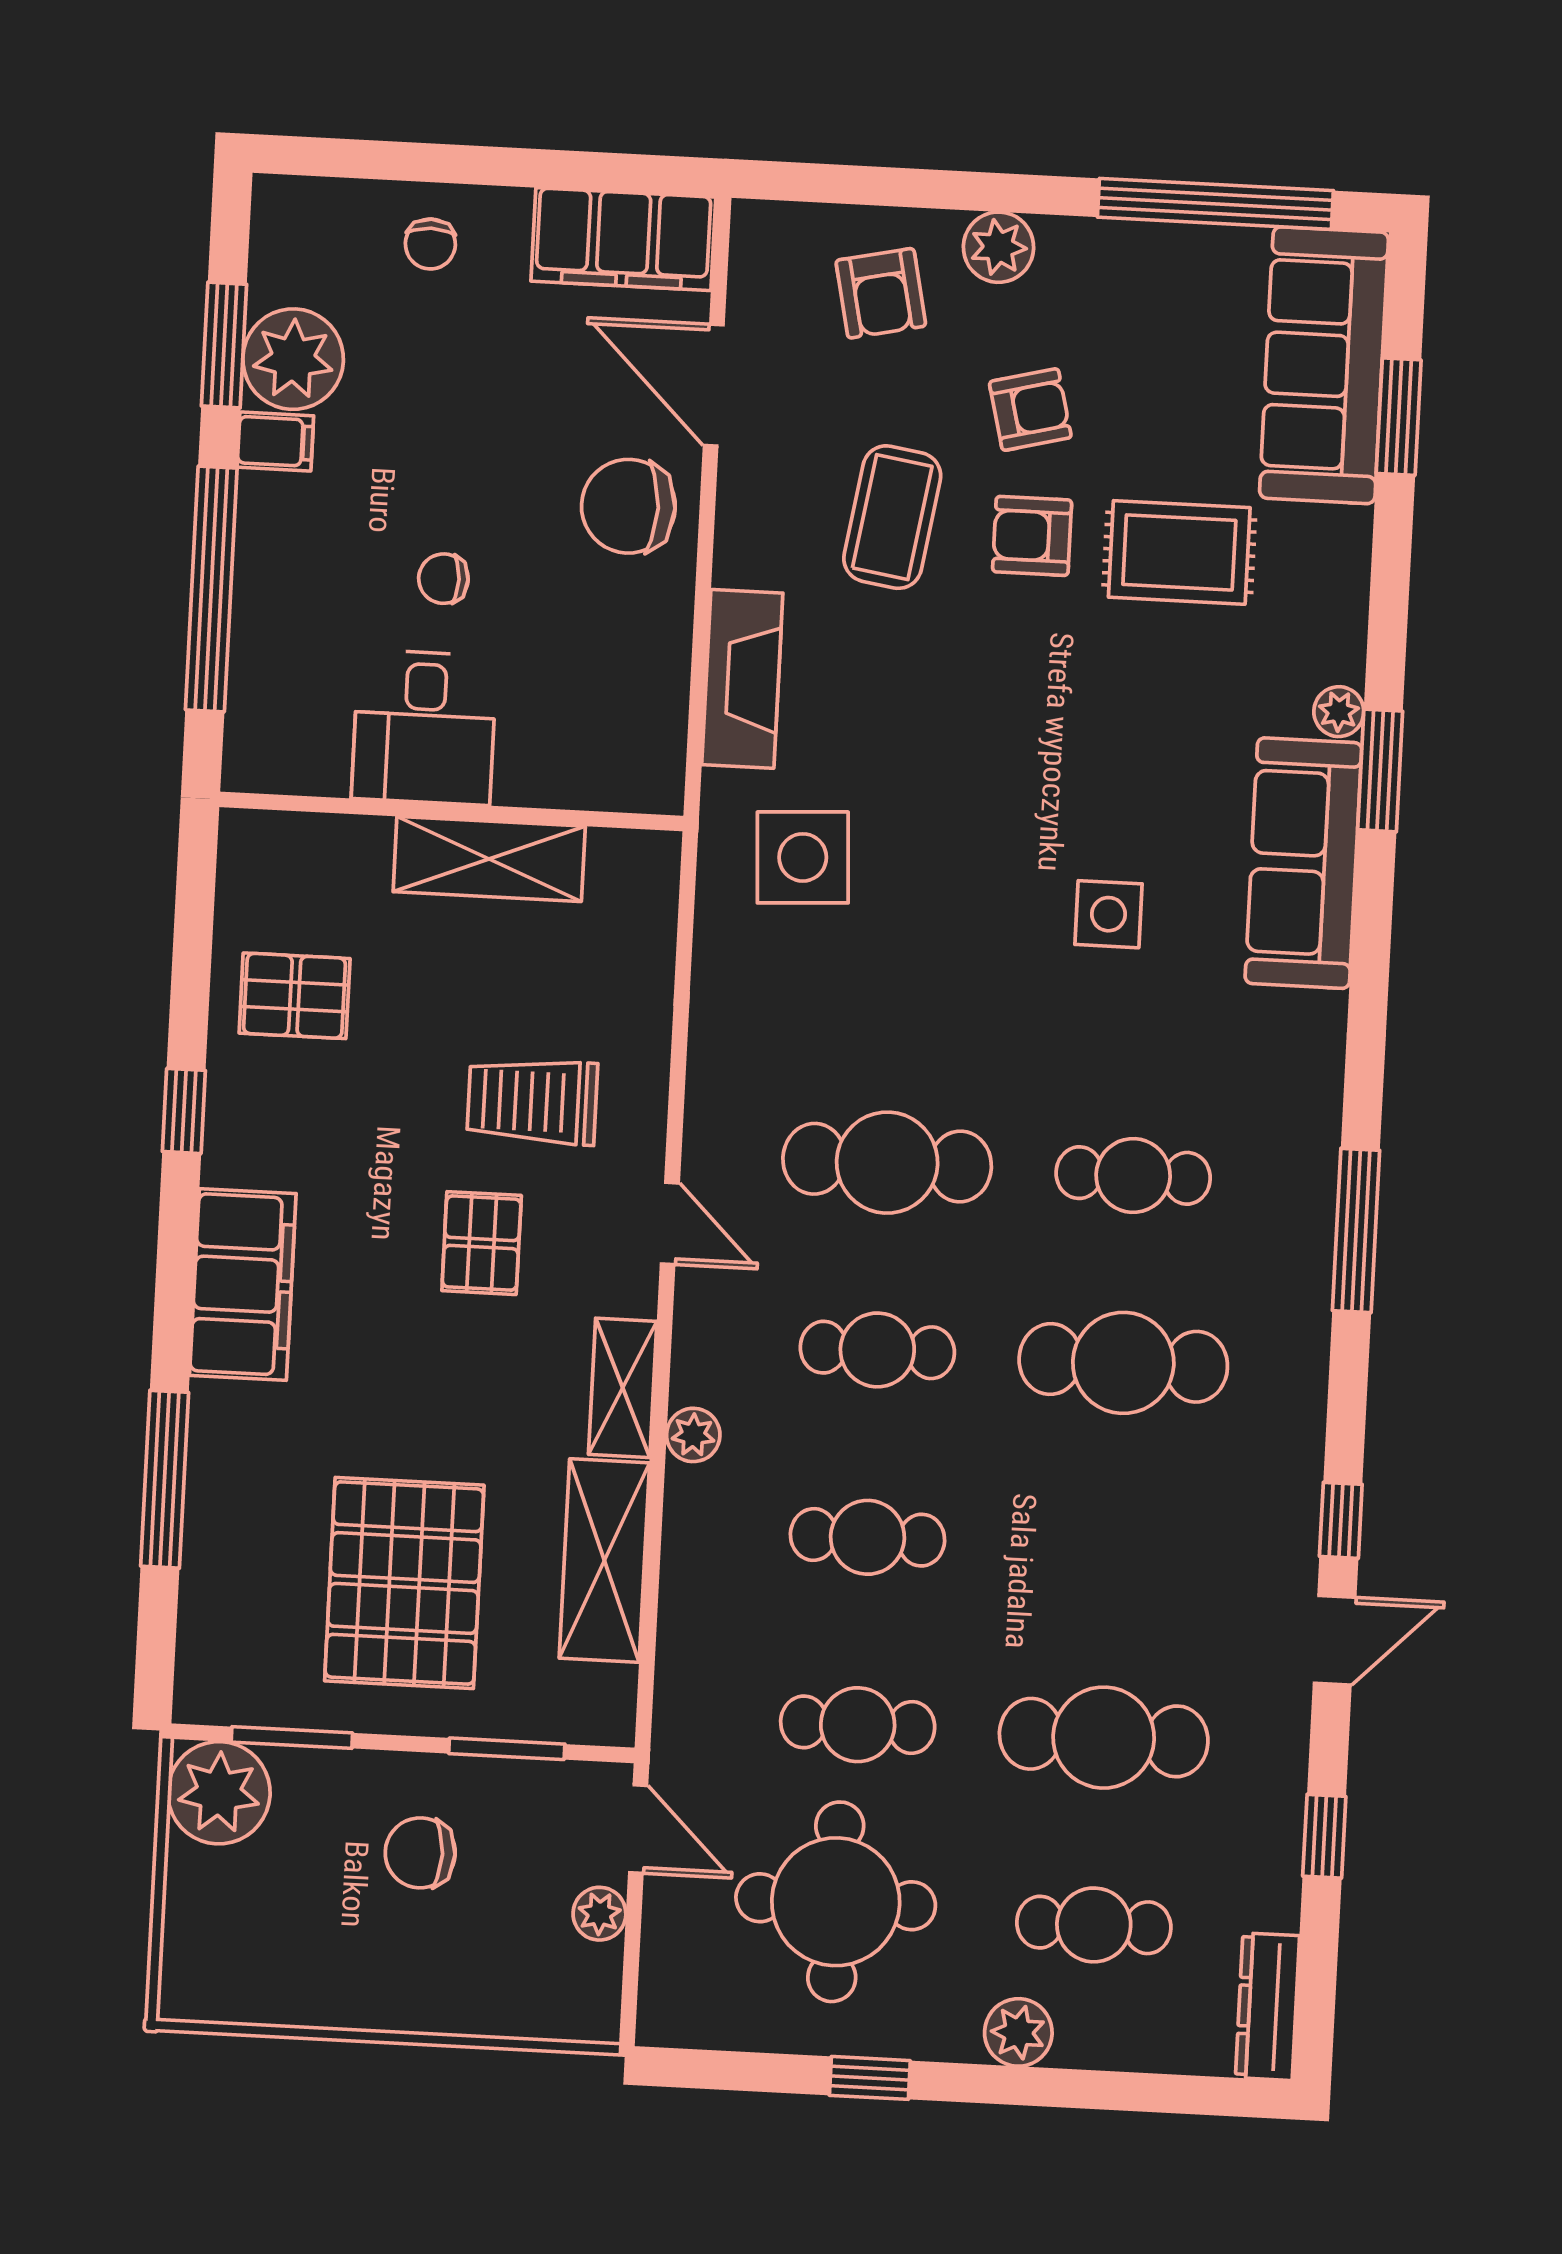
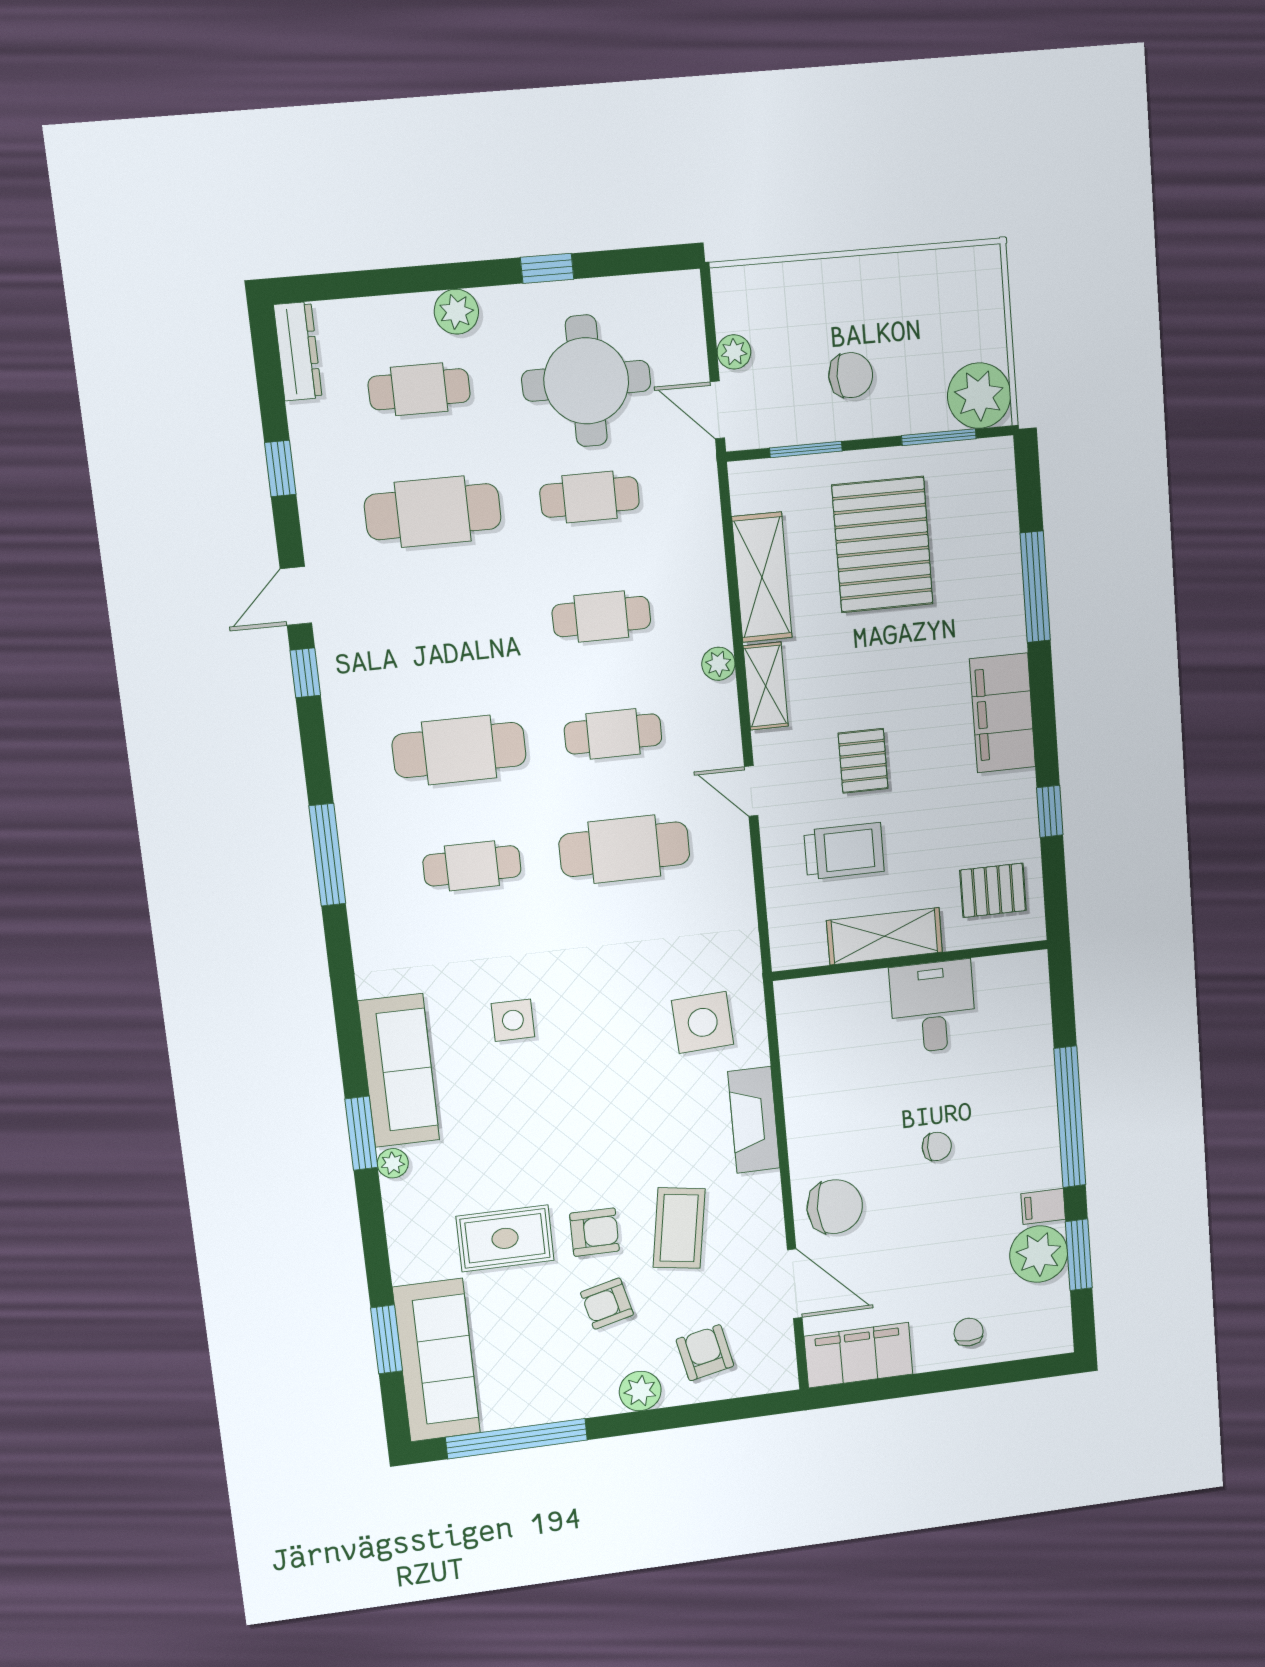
desk: (424, 727) -> (933, 1007), moved
wall: (451, 811) -> (911, 960), moved
shelving: (489, 859) -> (885, 936), moved

